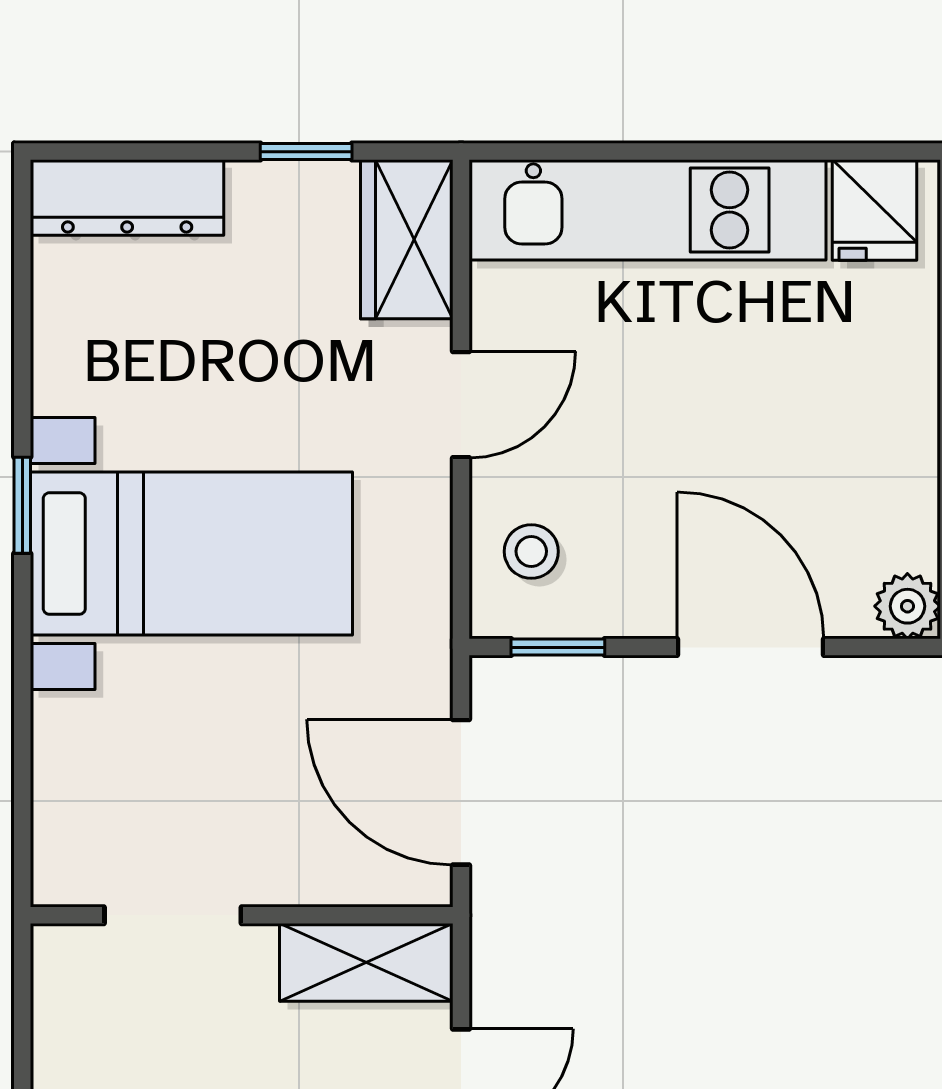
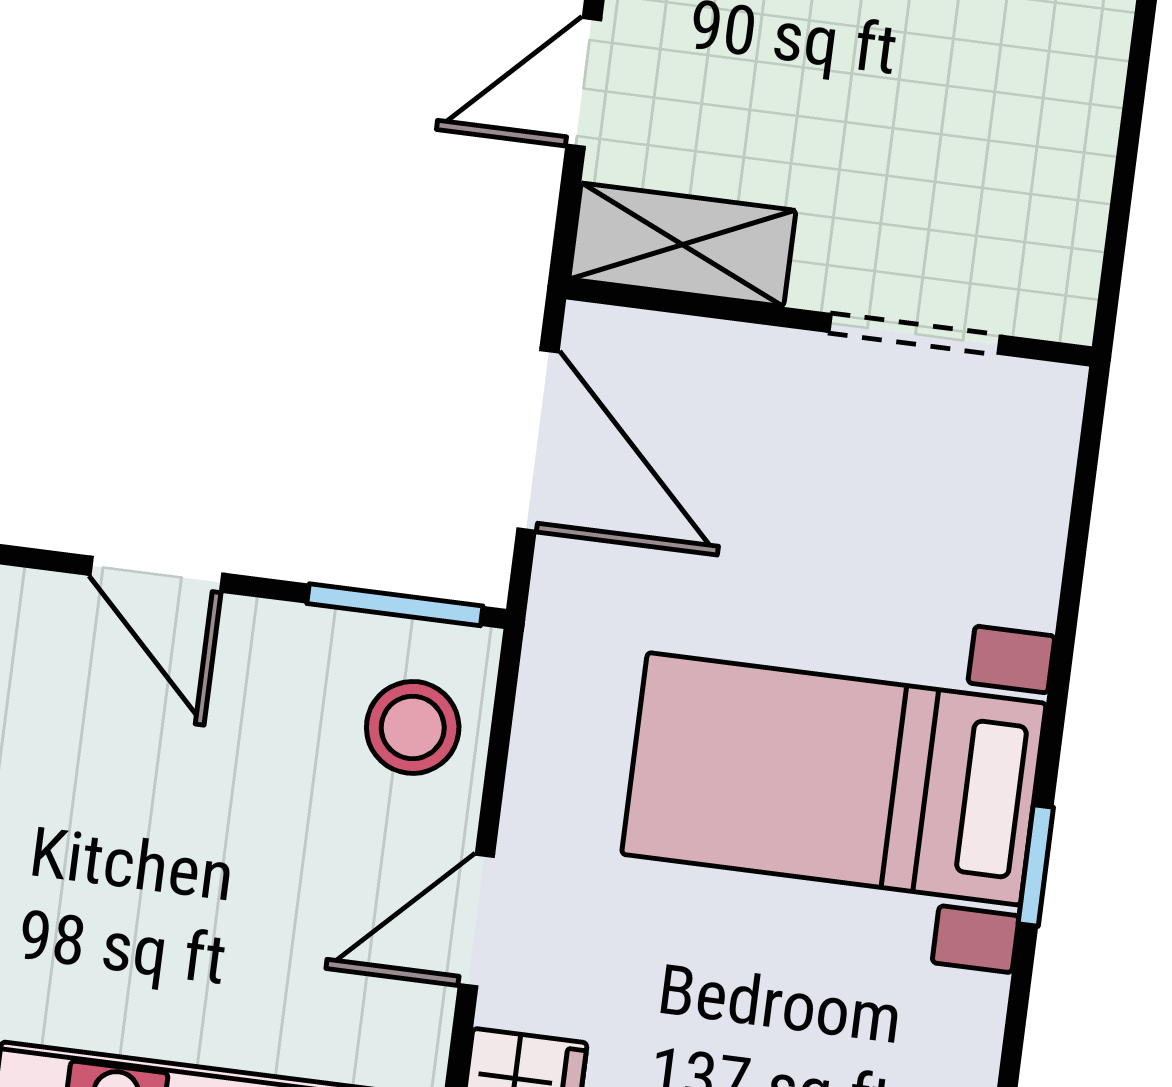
stool: (531, 551) -> (413, 727), width x1.37, depth x1.37
window: (558, 647) -> (395, 605), width x1.50
door: (751, 647) -> (156, 574), width x0.73

